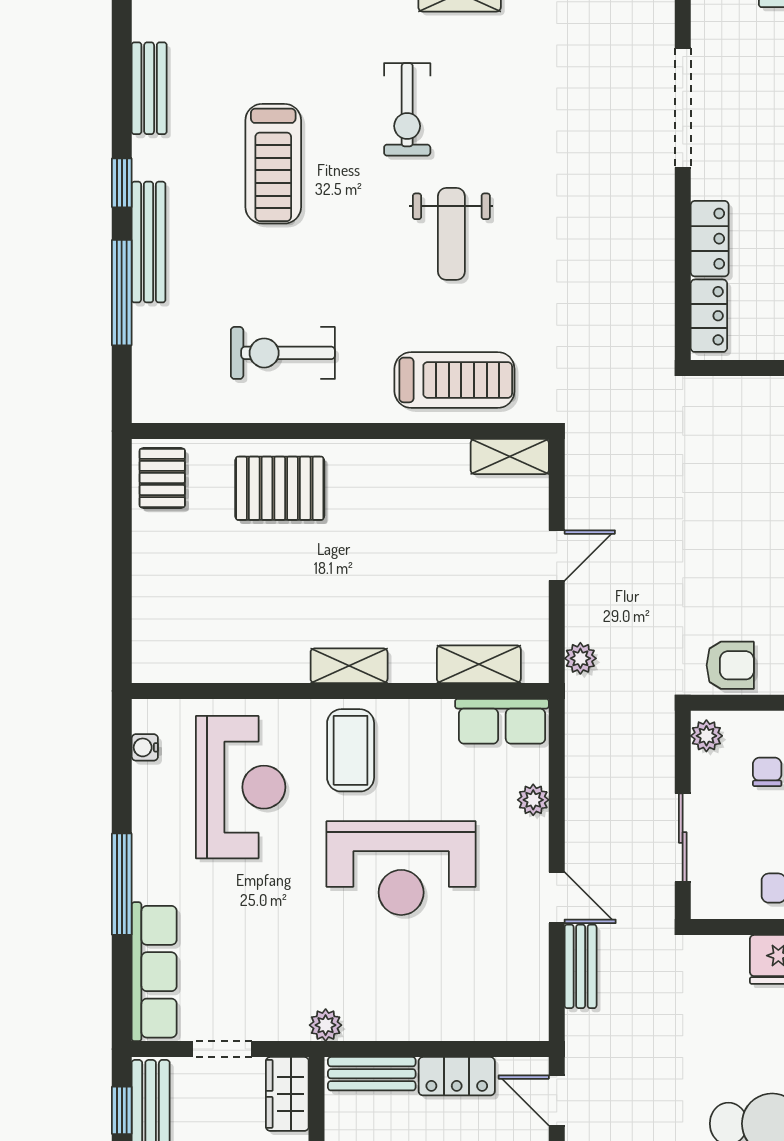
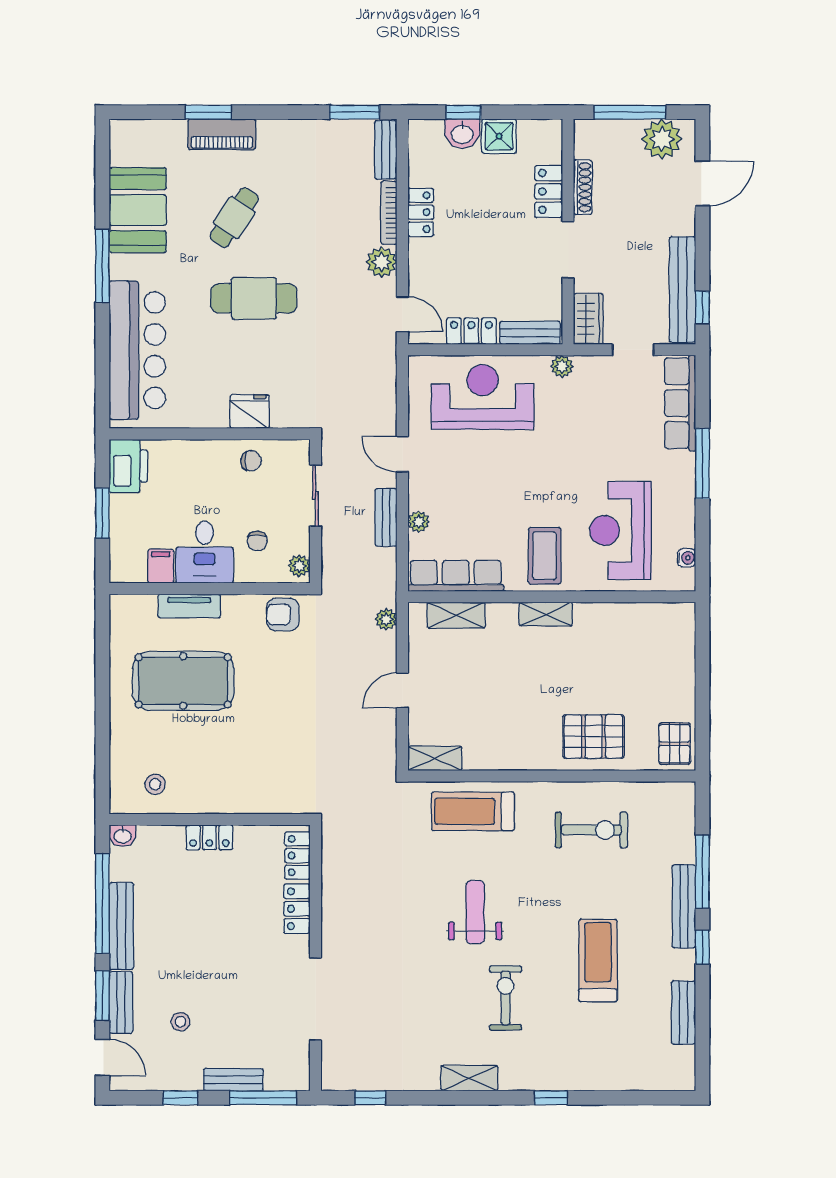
row of seats: (502, 721) -> (456, 576), width x1.48
reception desk: (401, 868) -> (483, 397), moved
bench: (581, 966) -> (386, 517), moved

